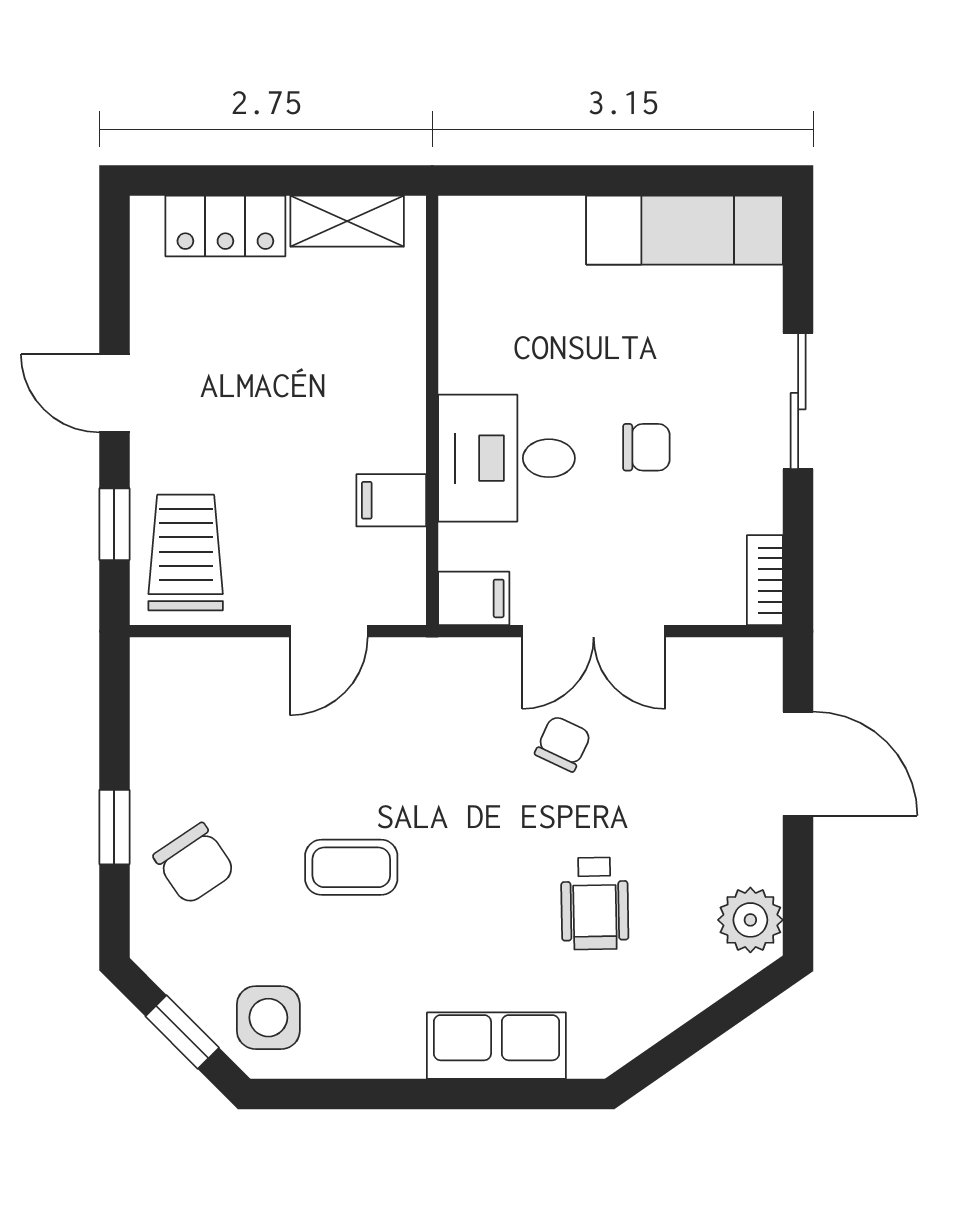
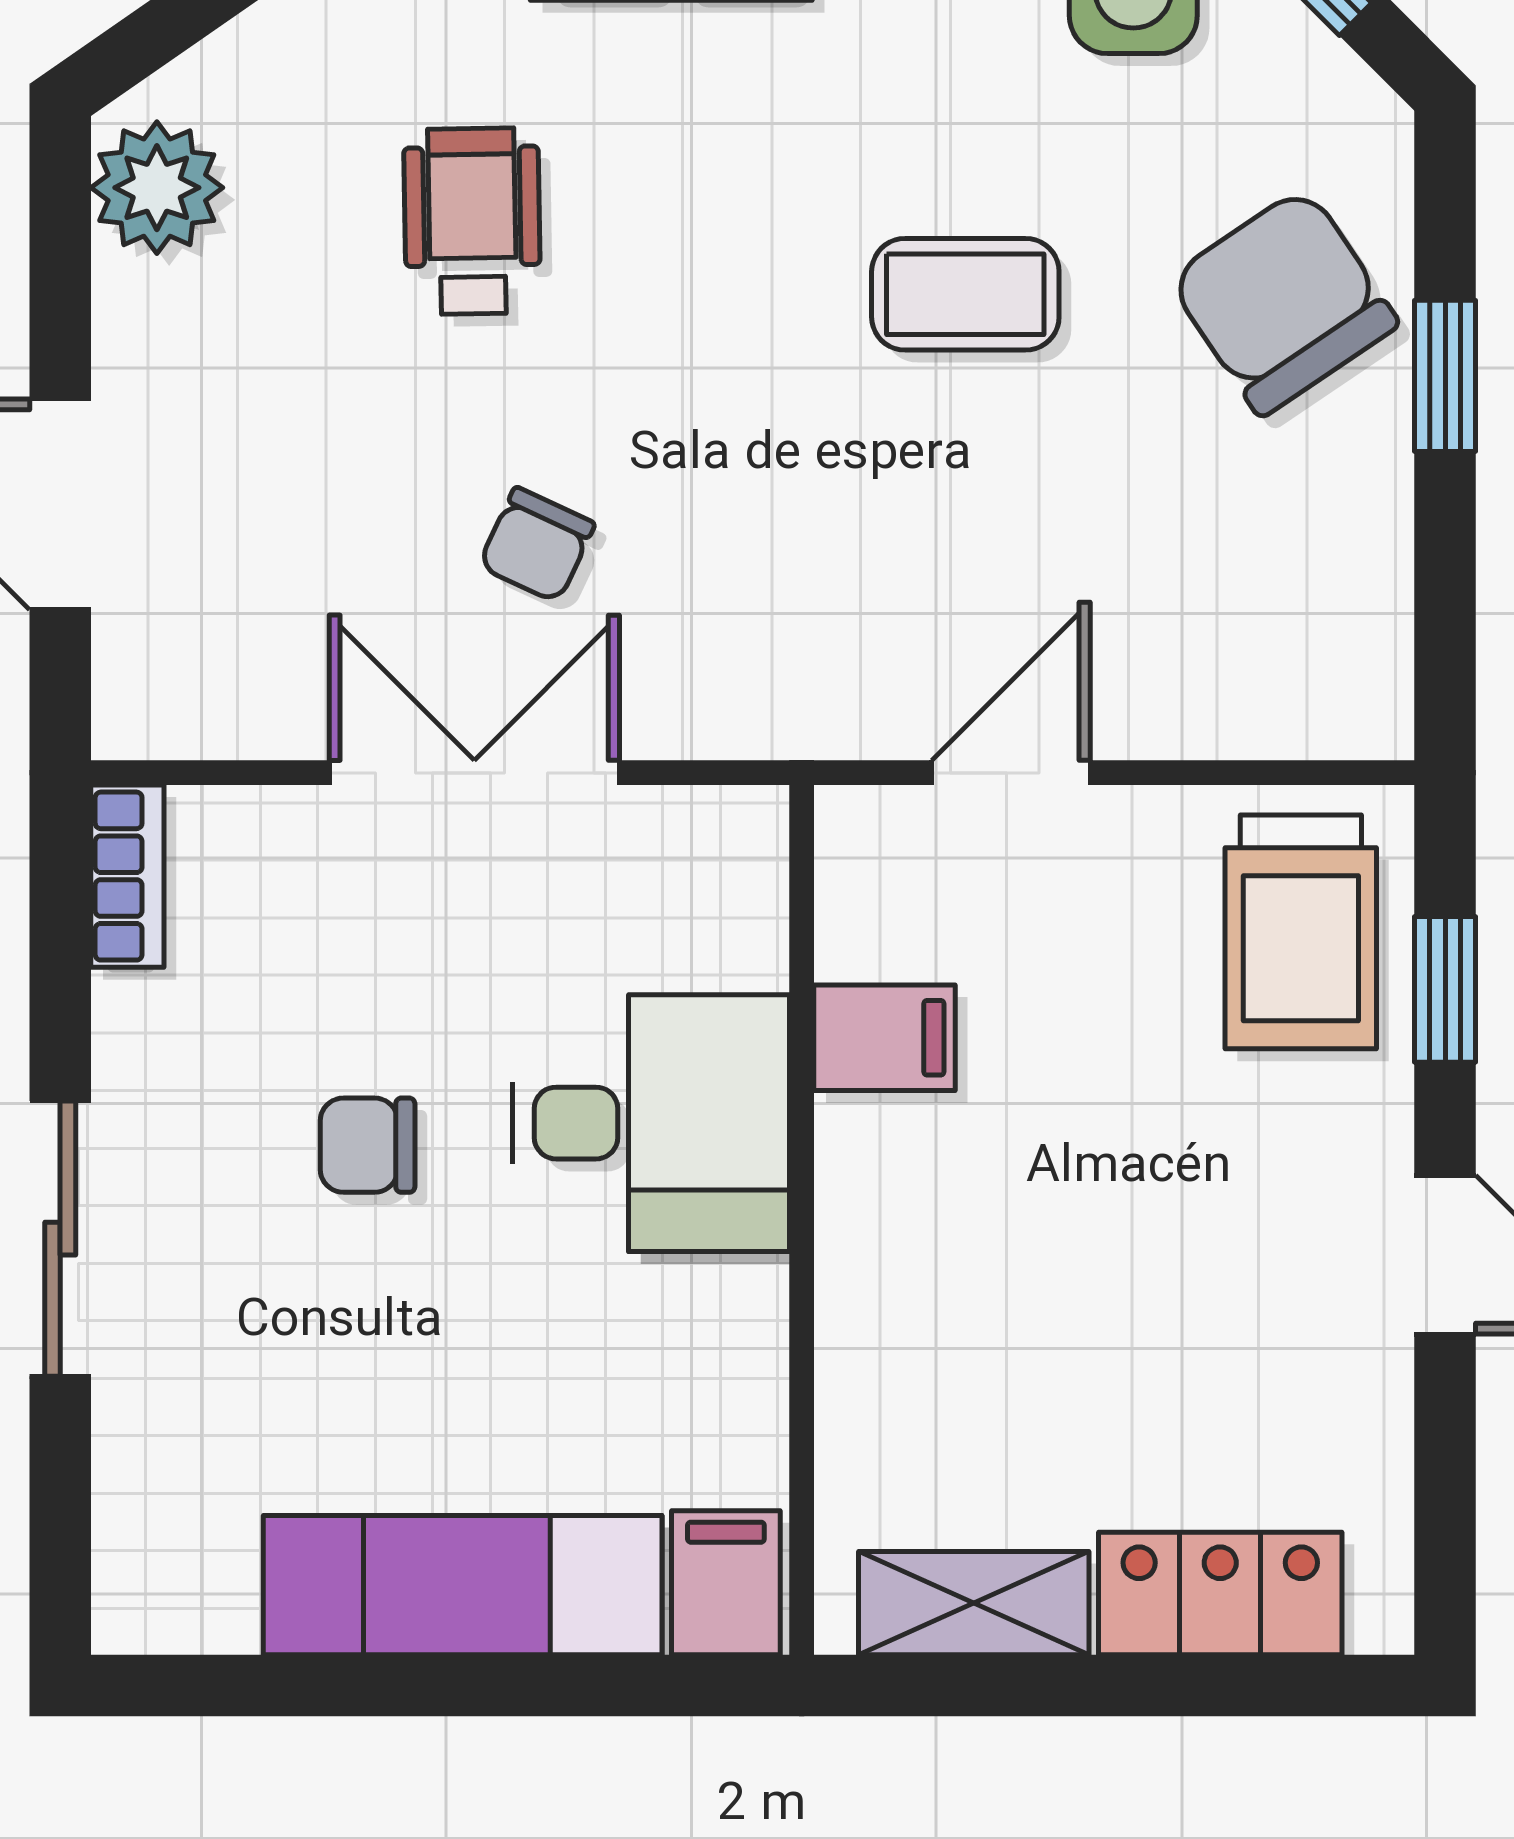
exam couch: (685, 230) -> (463, 1585), moved
filing cabinet: (474, 598) -> (726, 1583), moved, turned 90
chair: (194, 864) -> (1283, 301), width x1.37, depth x1.37

